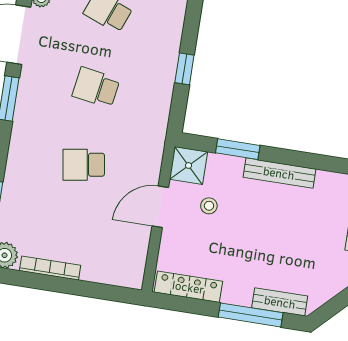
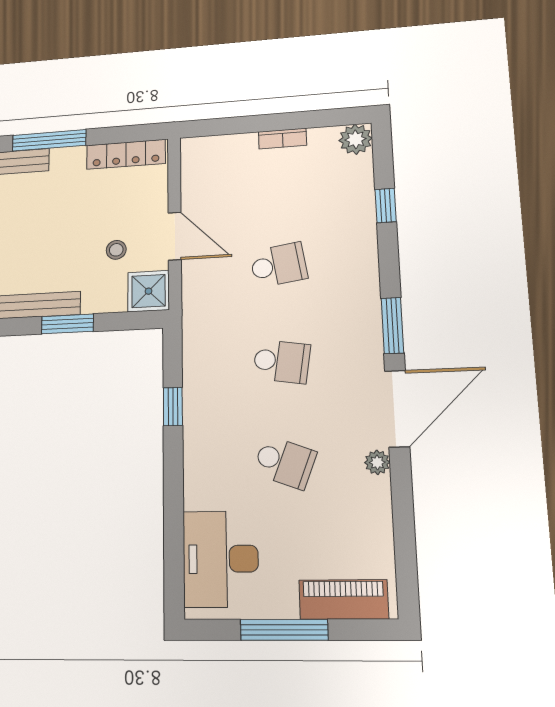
window: (238, 149) -> (67, 324), moved
door: (160, 207) -> (175, 236), hinge flipped
bookcase: (50, 268) -> (282, 139), width x0.64

